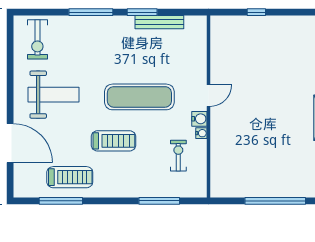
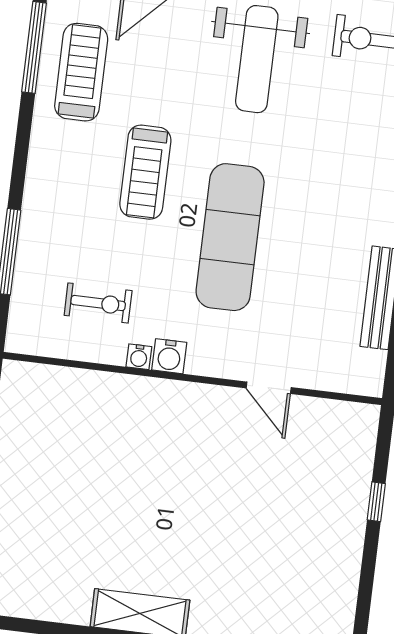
door: (209, 96) -> (269, 388), moved
treadmill: (70, 177) -> (81, 72), turned 180

